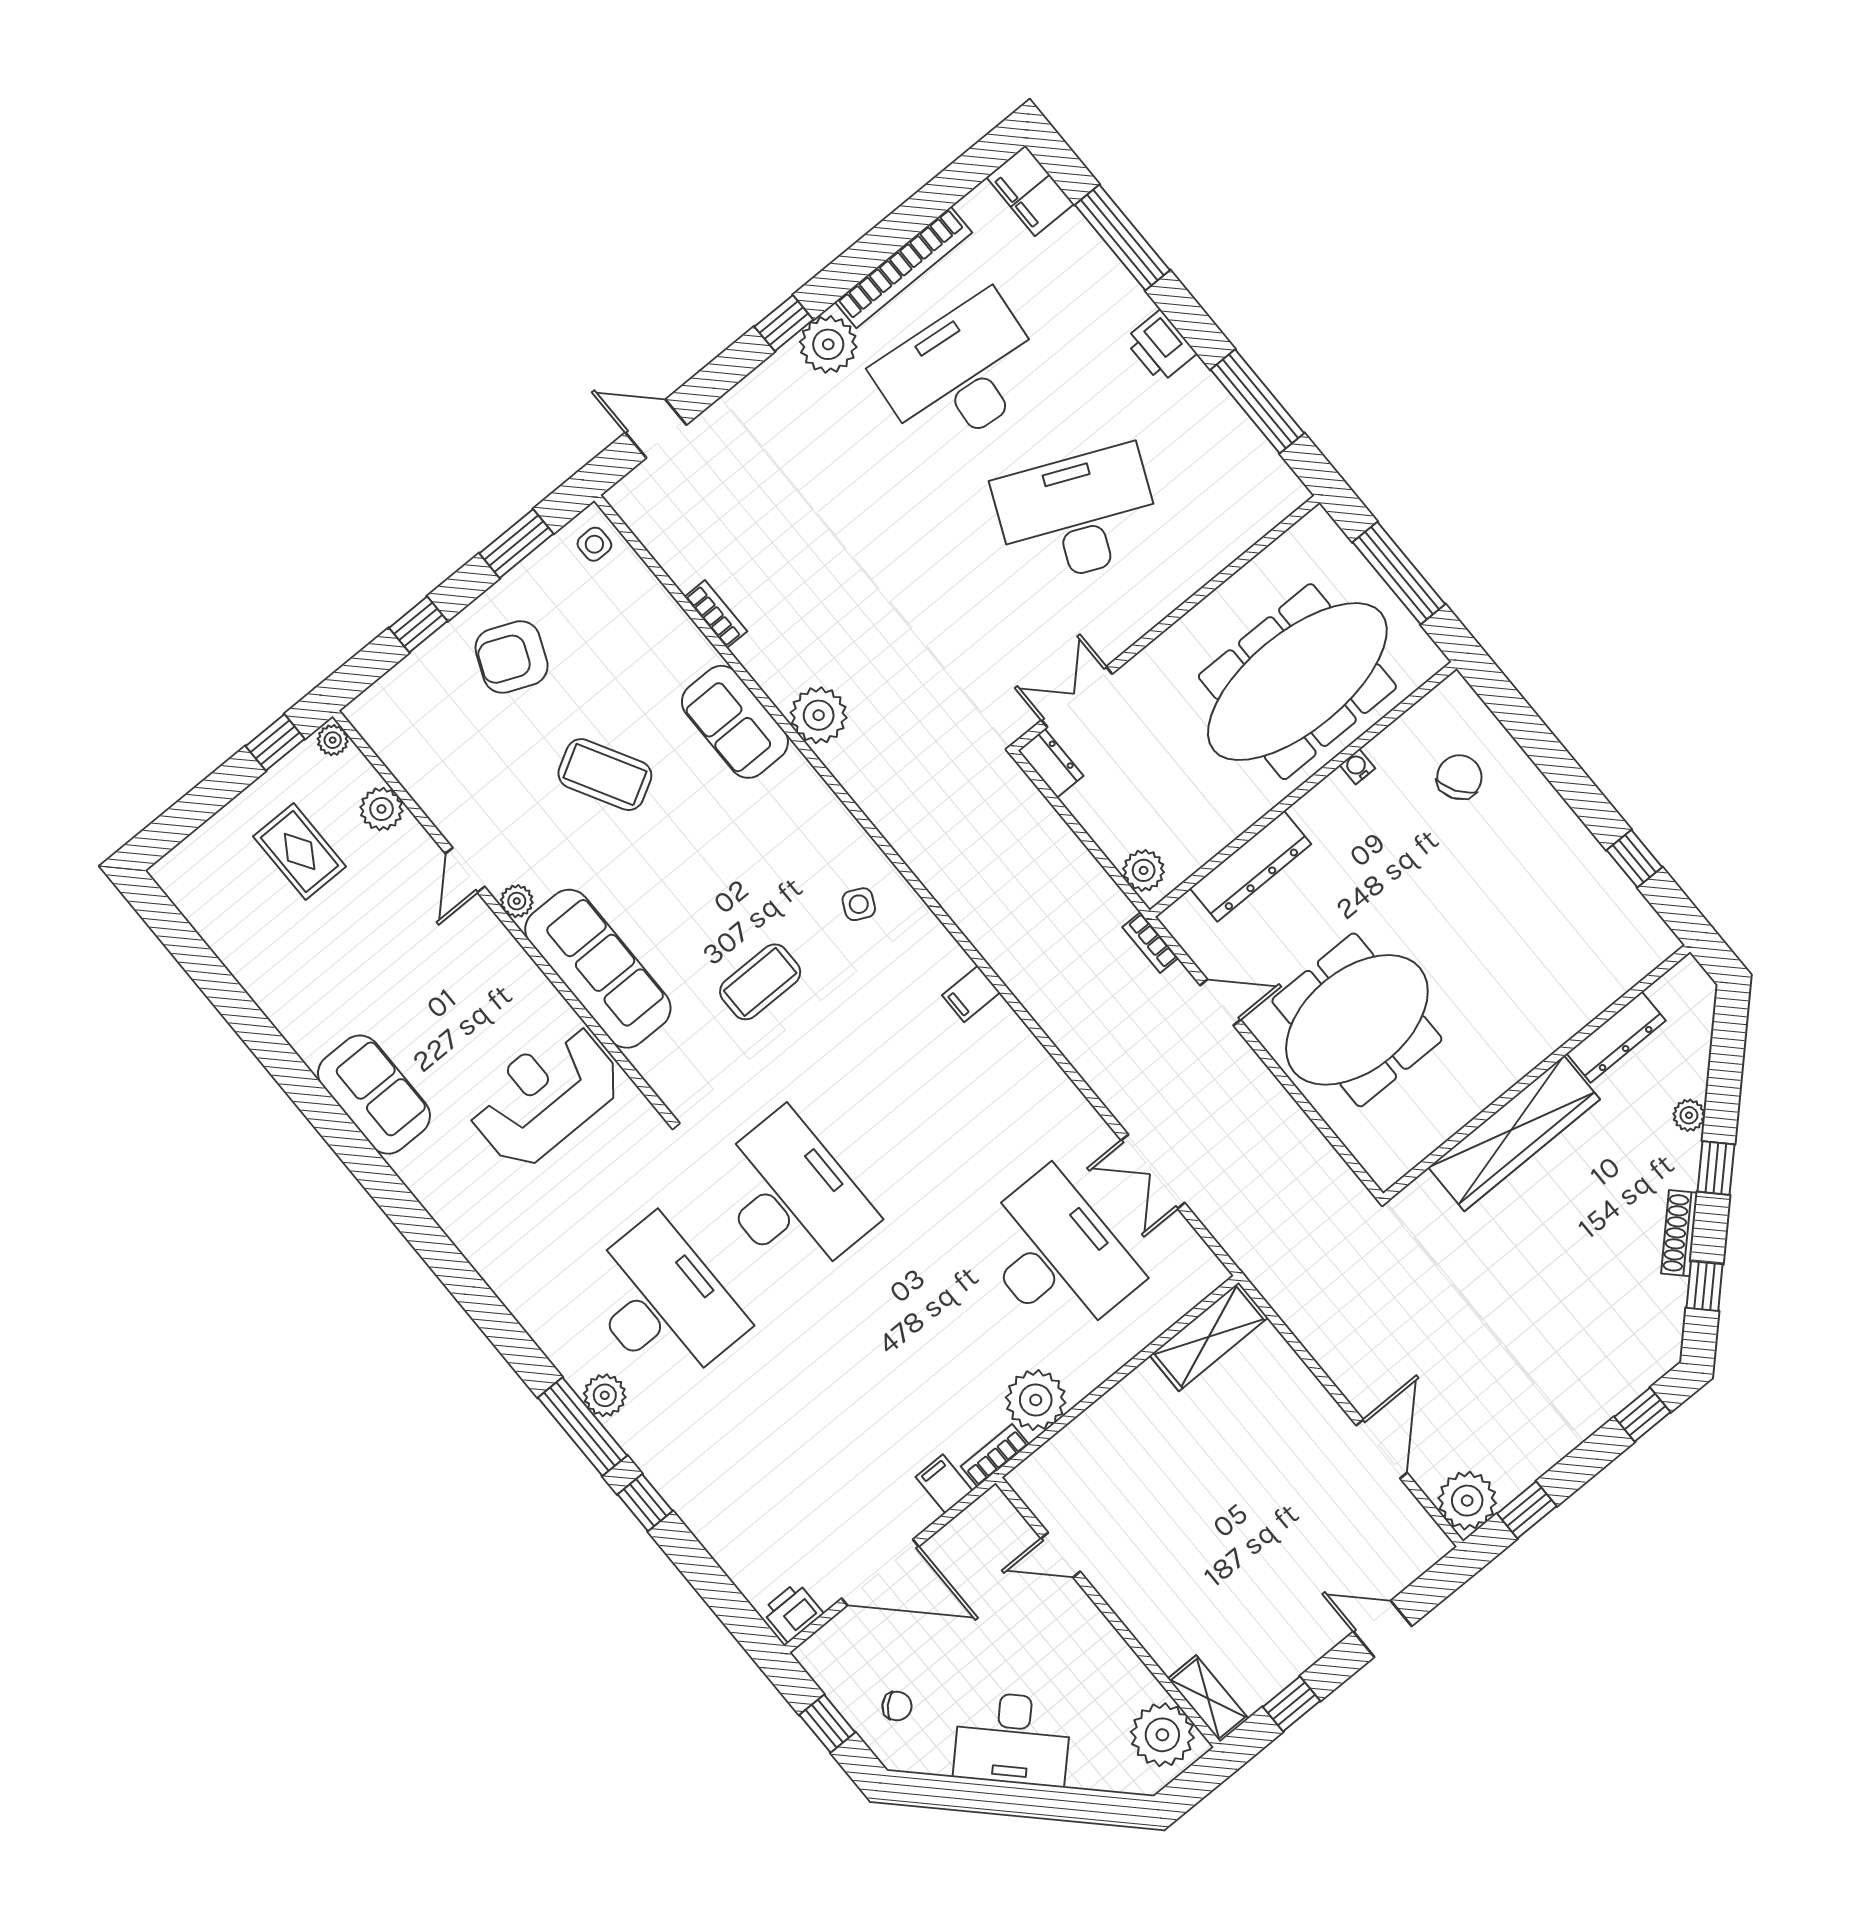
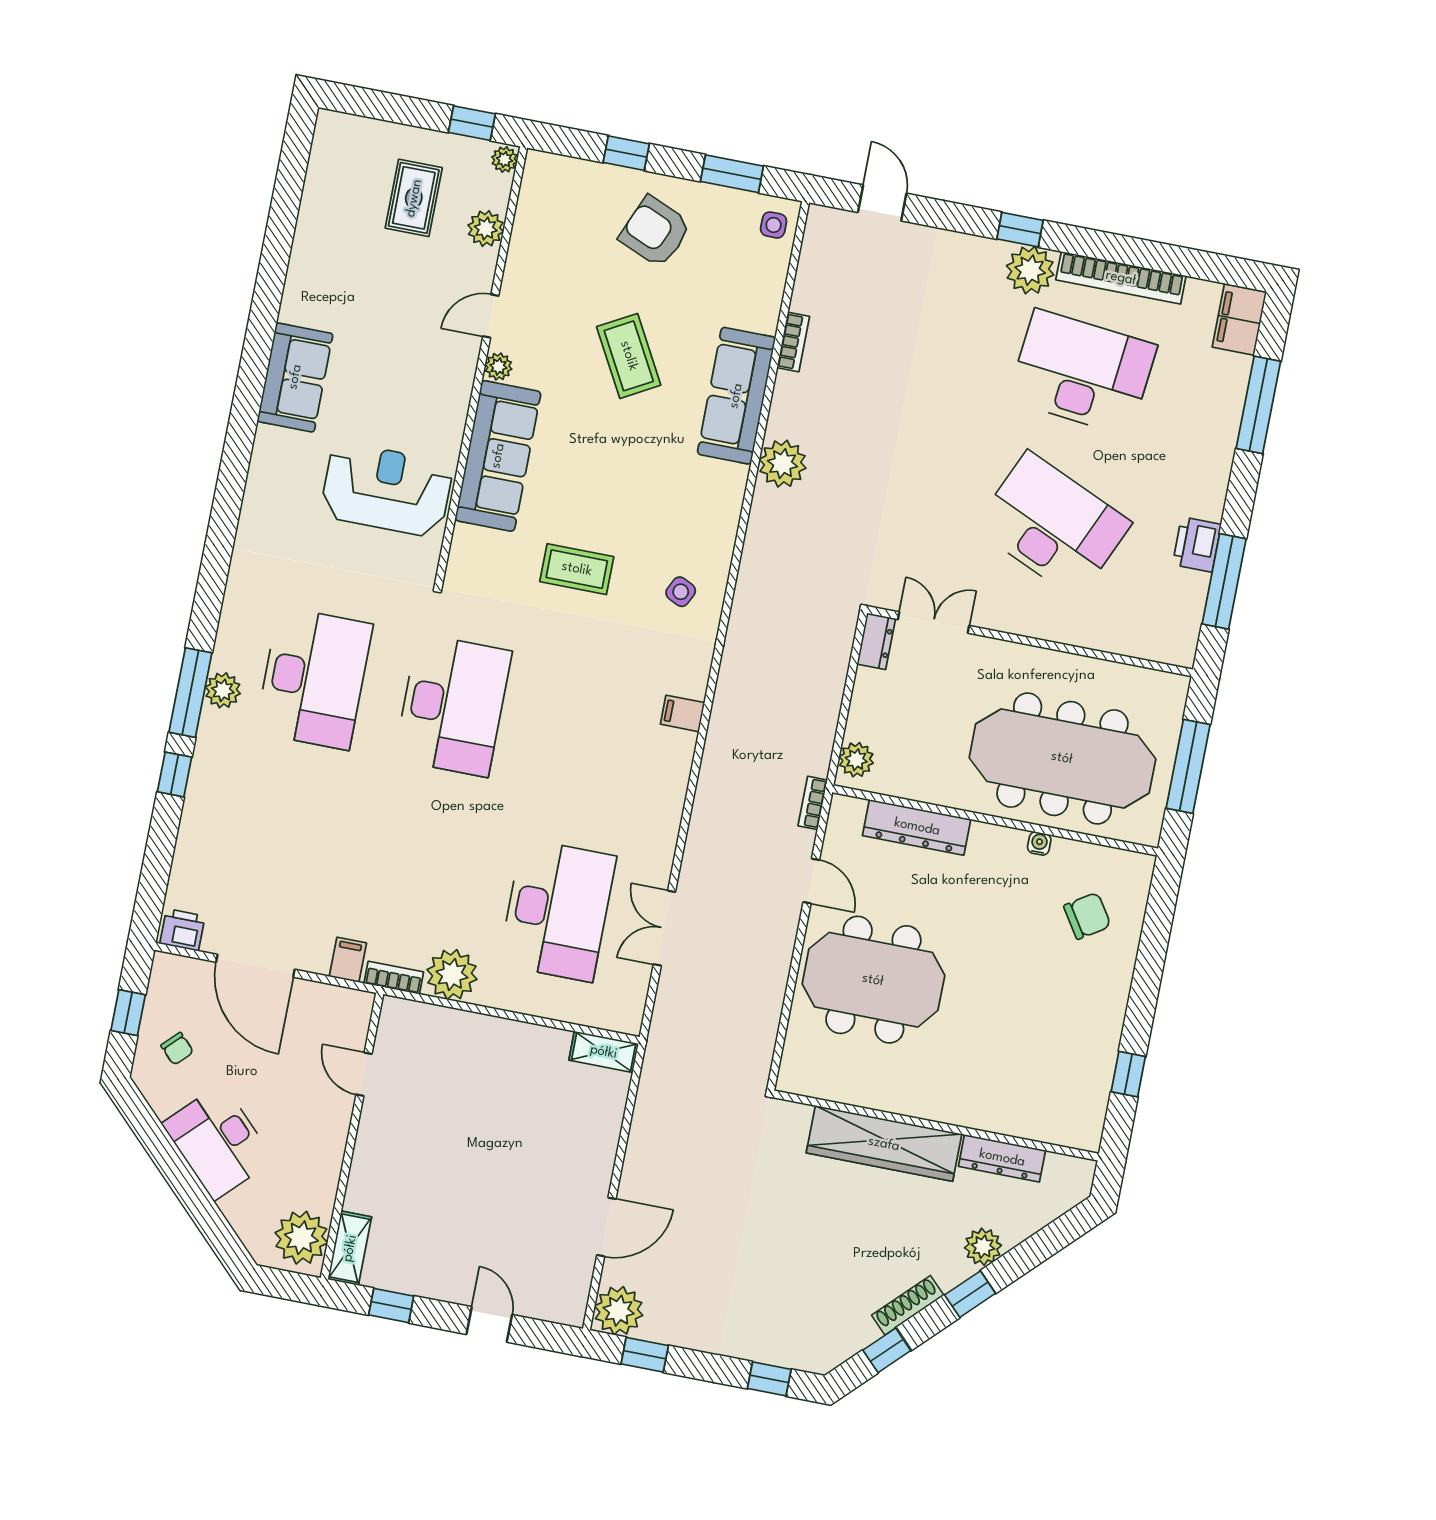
printer: (1160, 346) -> (1197, 544), moved
sofa: (735, 722) -> (736, 396), width x1.36
plant: (1689, 1115) -> (983, 1247), width x1.38, depth x1.38
shelving: (1209, 1337) -> (604, 1052), width x0.67, depth x0.75

